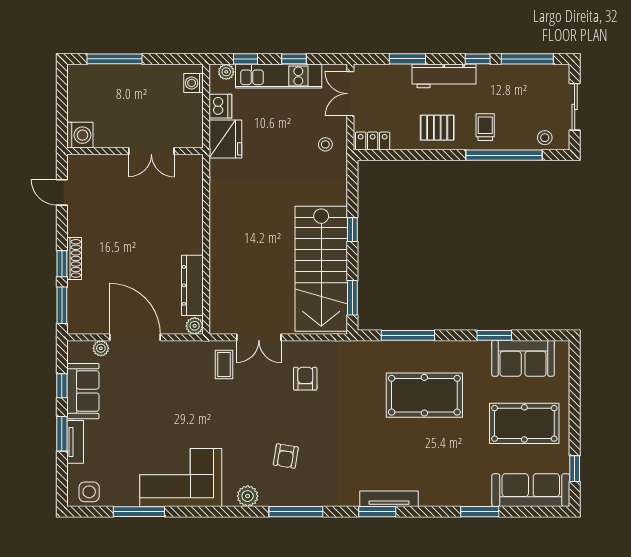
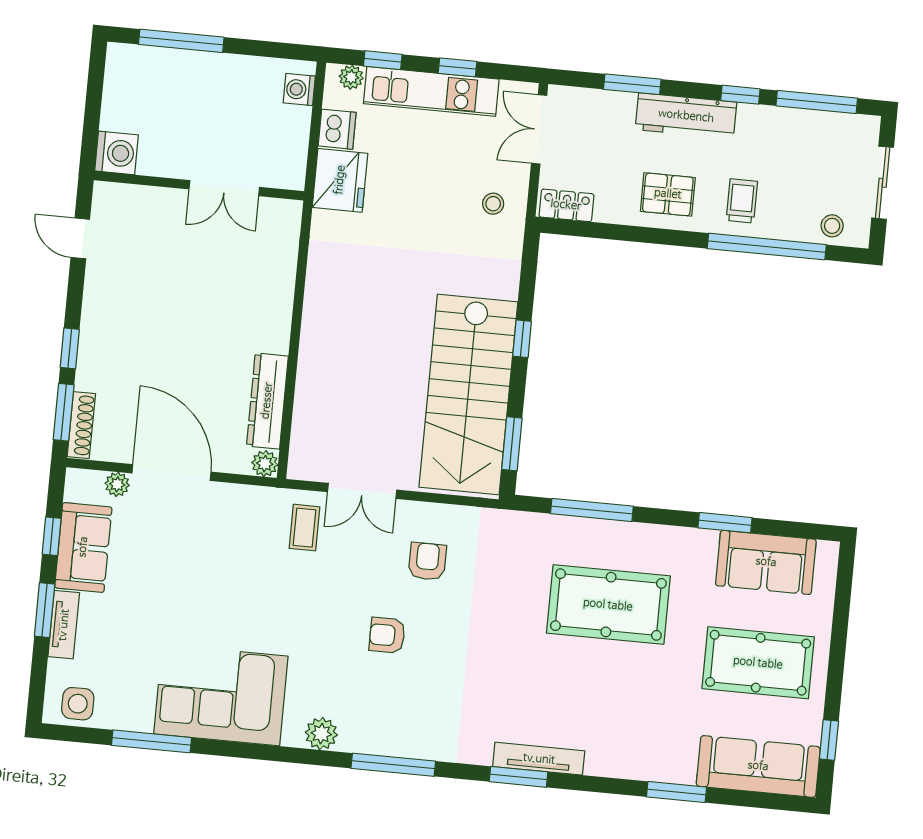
shoe rack: (74, 258) -> (81, 425), moved
armchair: (286, 456) -> (387, 635), moved, turned 81

